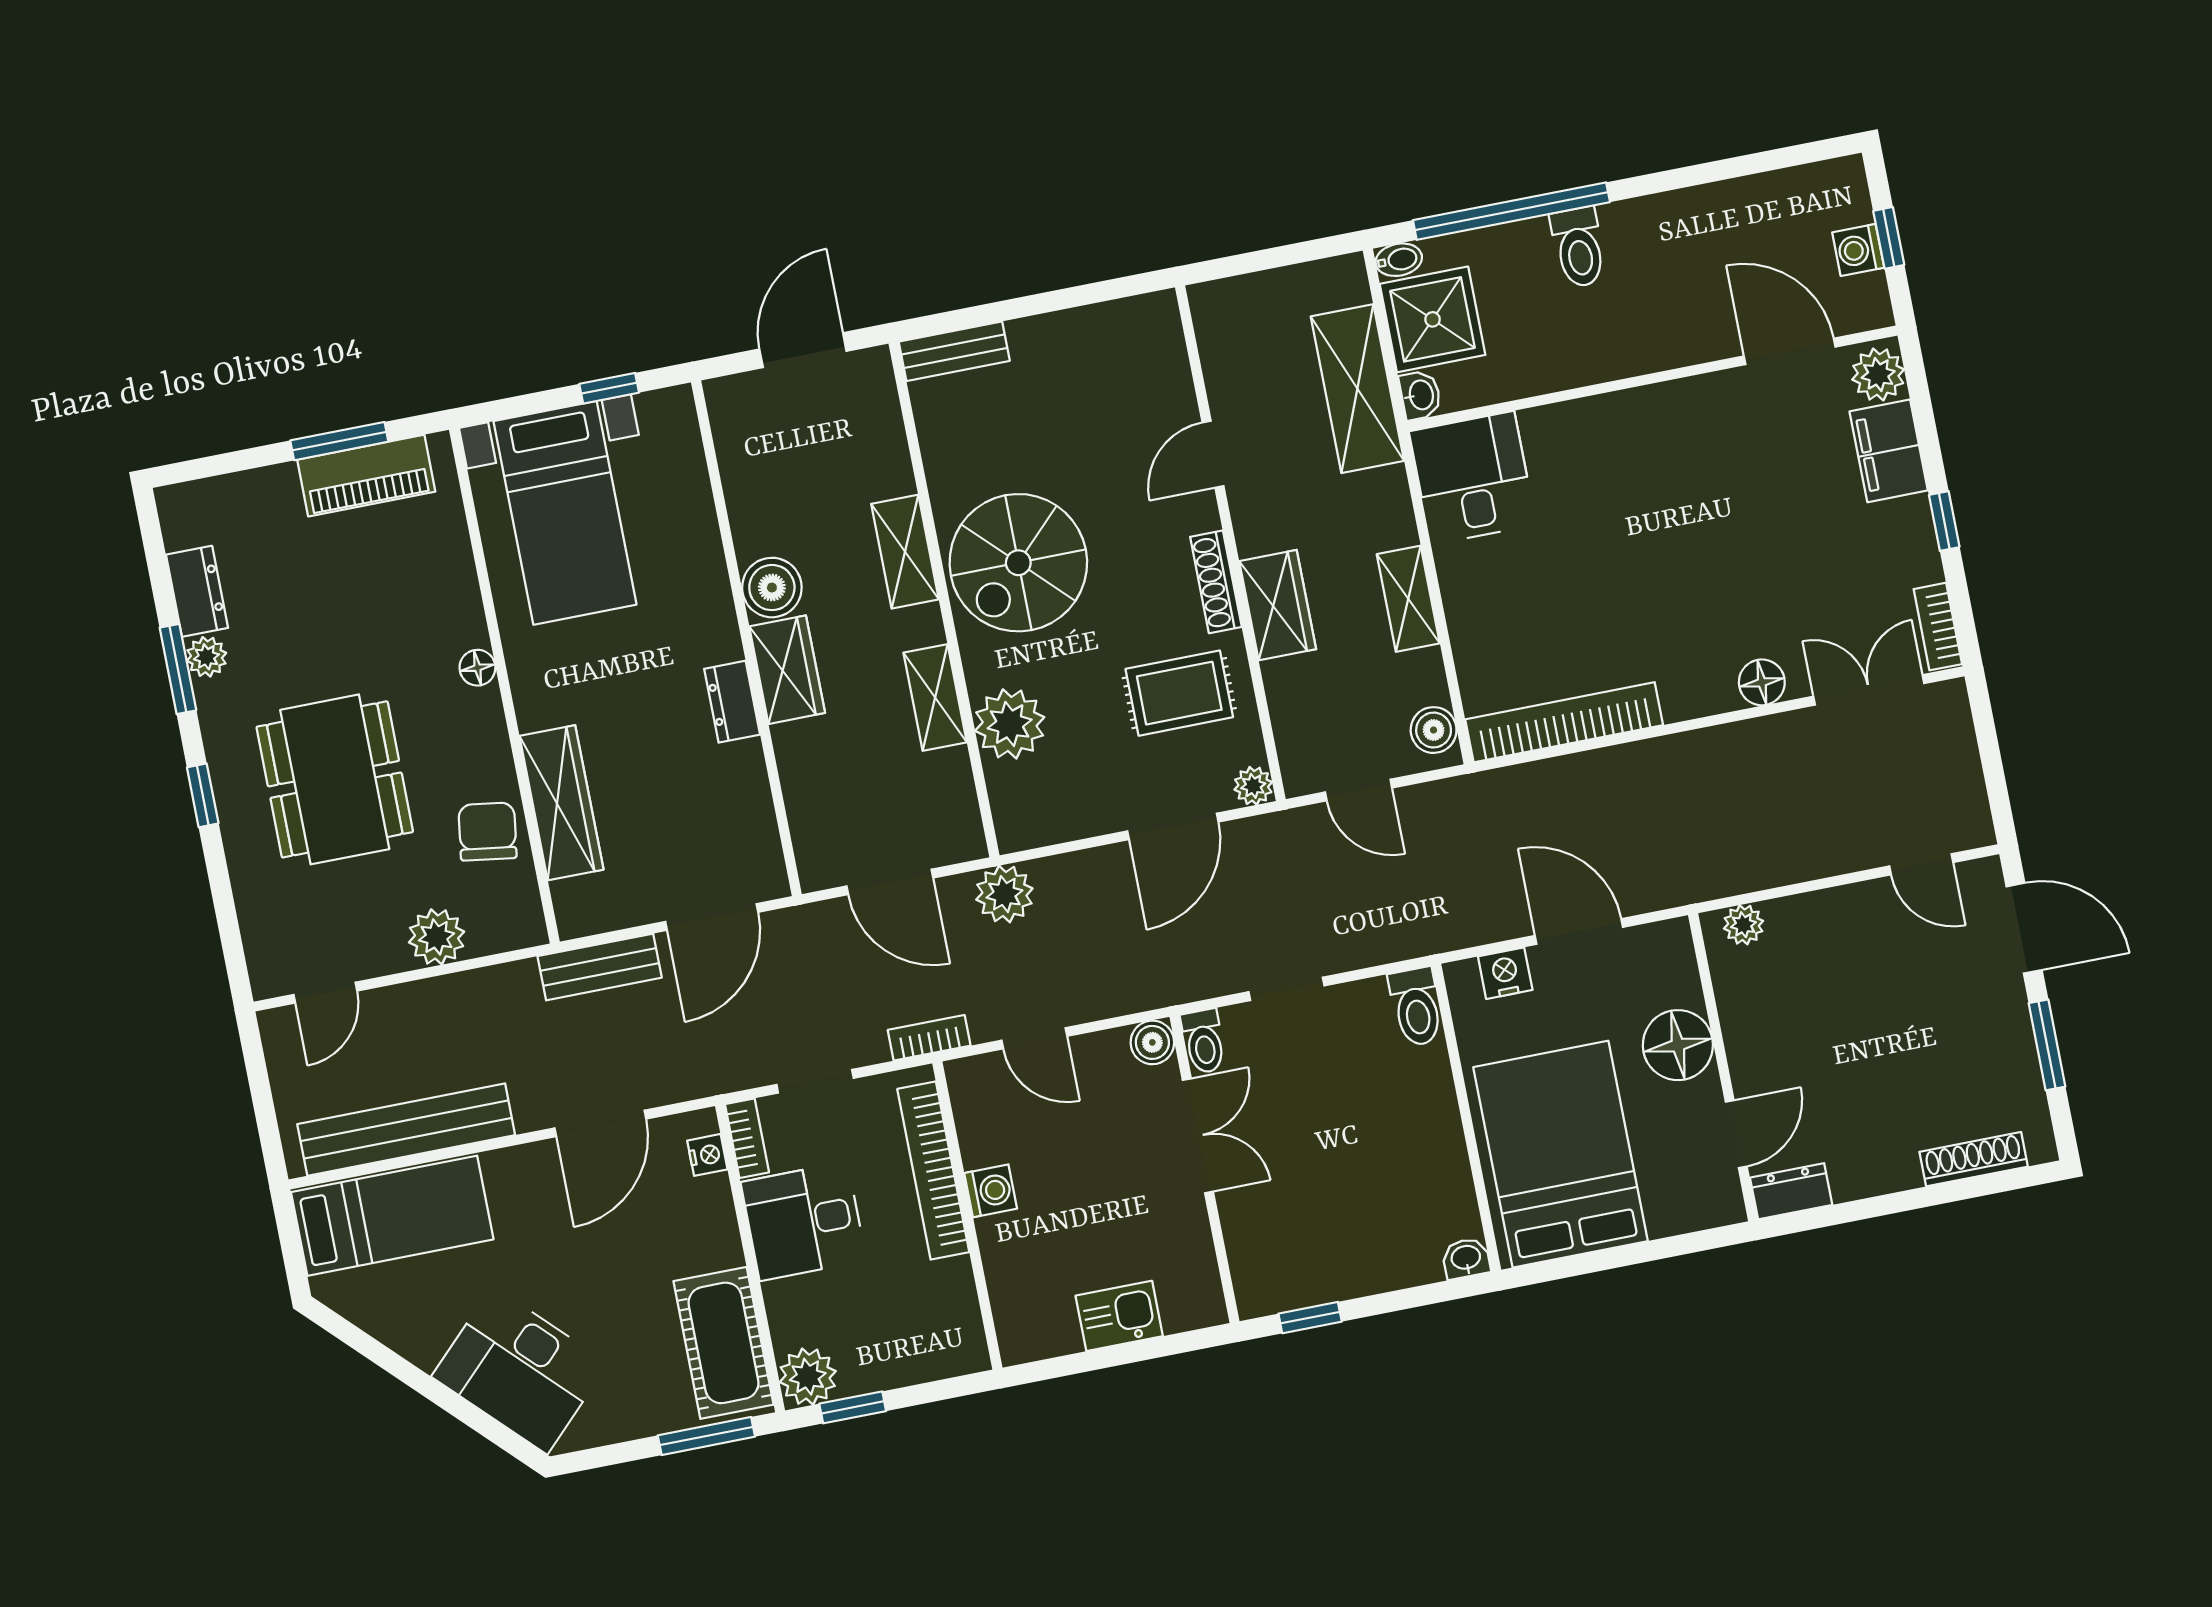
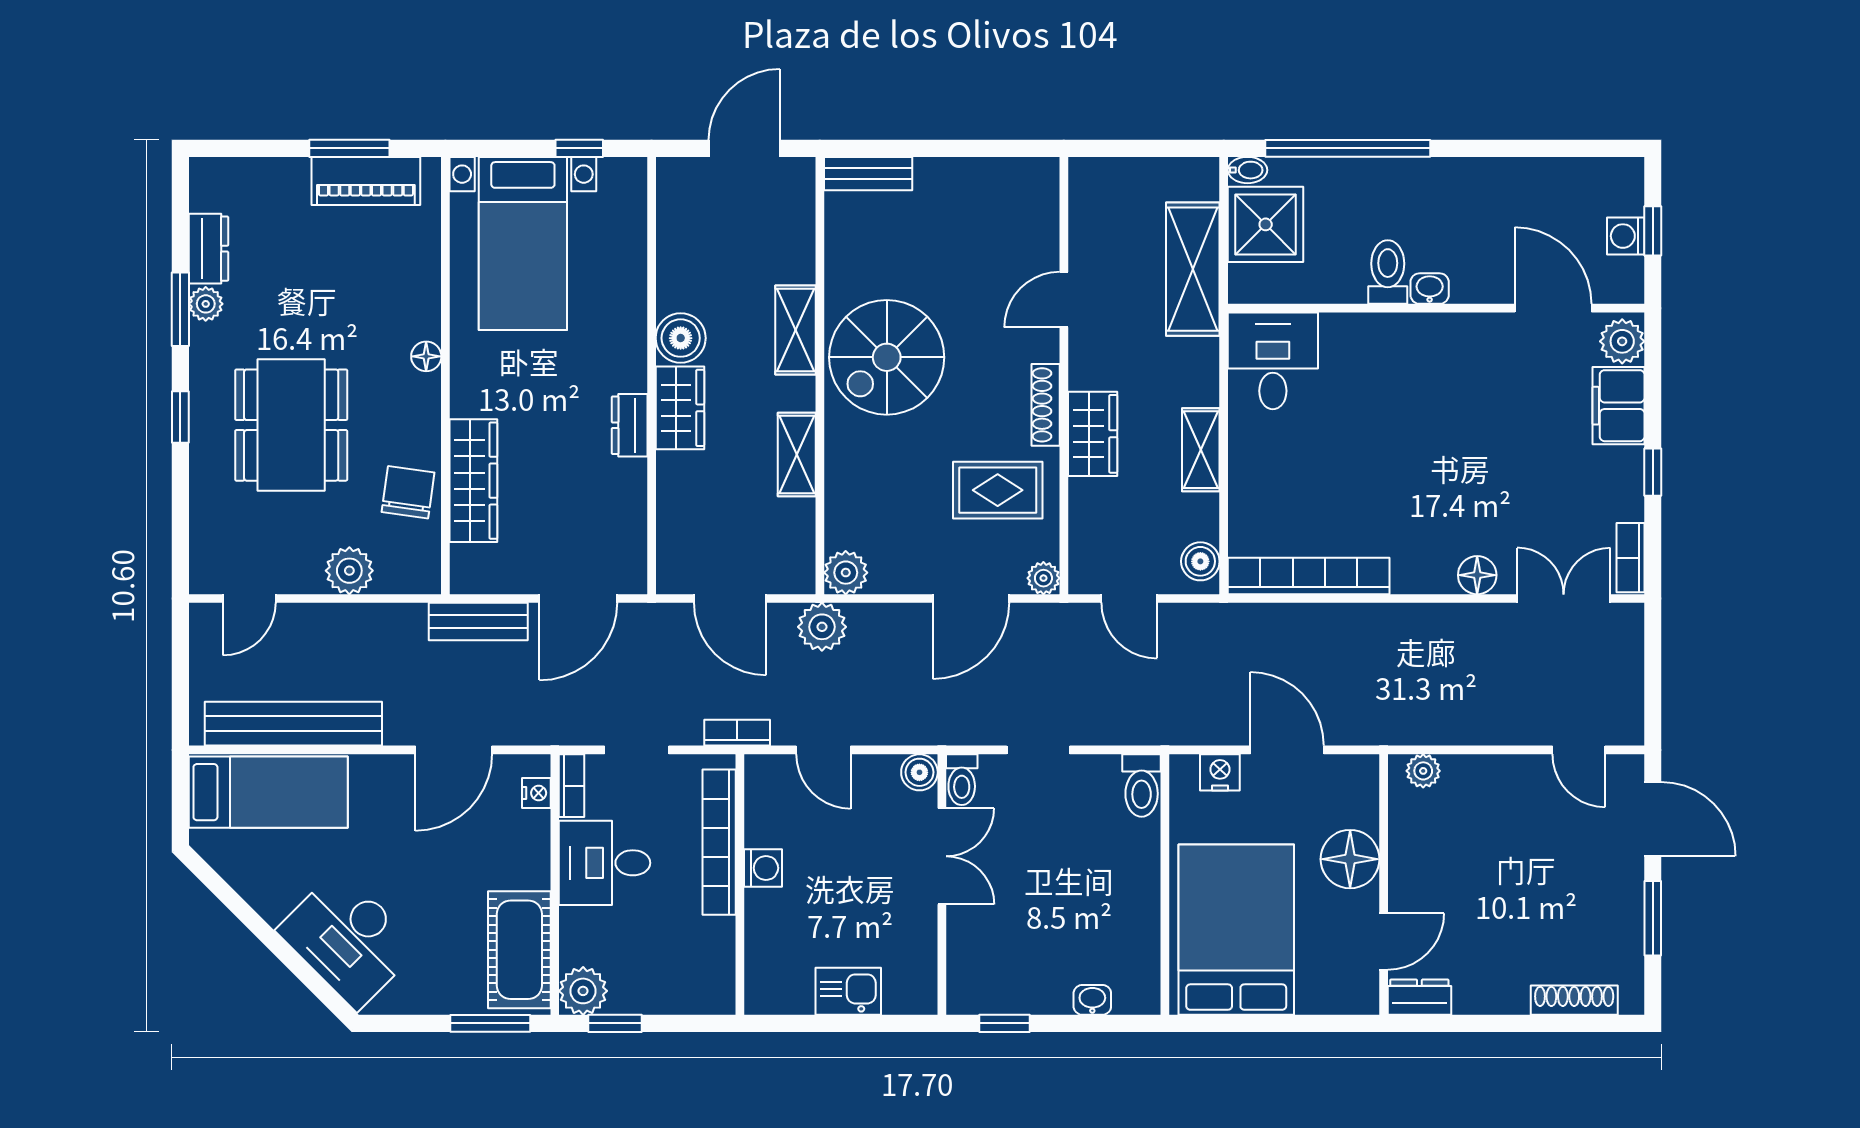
toilet: (1579, 247) -> (1388, 272), moved, turned 180
washbasin: (1420, 395) -> (1430, 289), moved, turned -90
plant: (1010, 724) -> (846, 573), moved, width x0.73, depth x0.73
washbasin: (1466, 1258) -> (1092, 1000), moved

